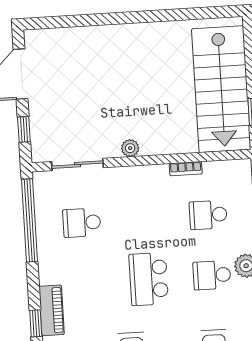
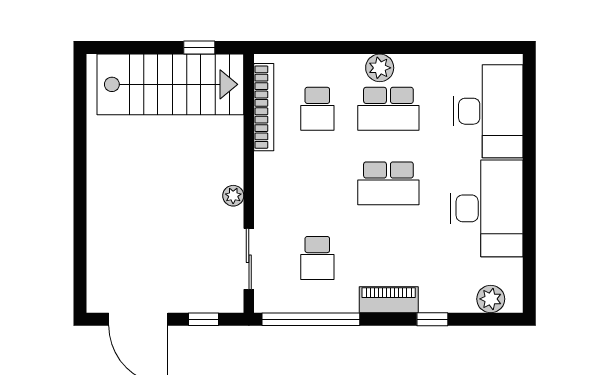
bookcase: (186, 169) -> (264, 107), width x2.31, depth x1.31
school desk: (212, 275) -> (388, 109), width x1.85
piano: (52, 310) -> (389, 300), moved

